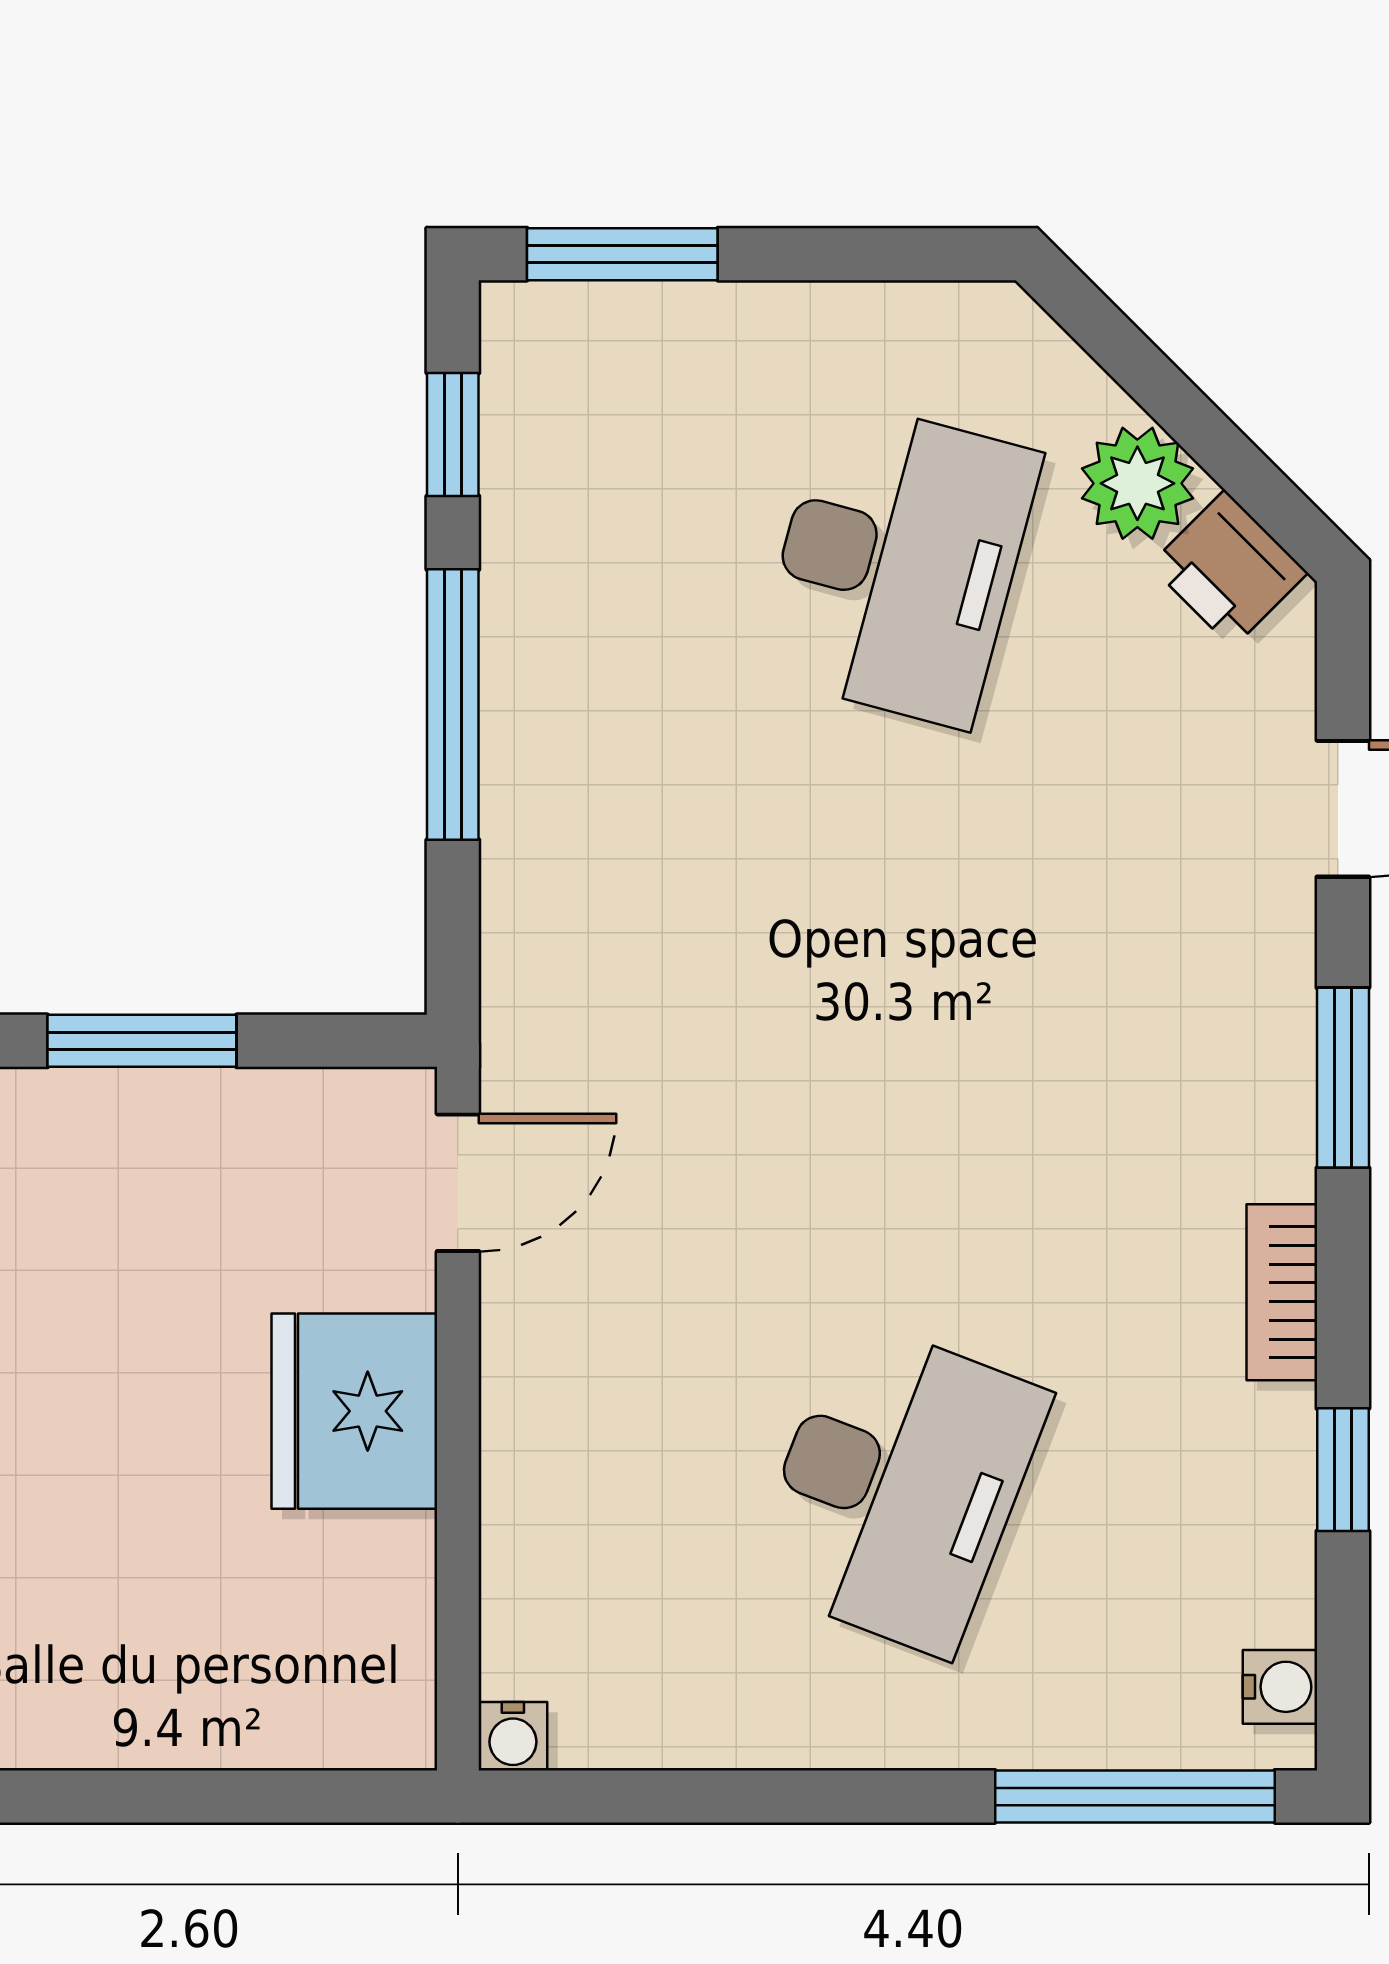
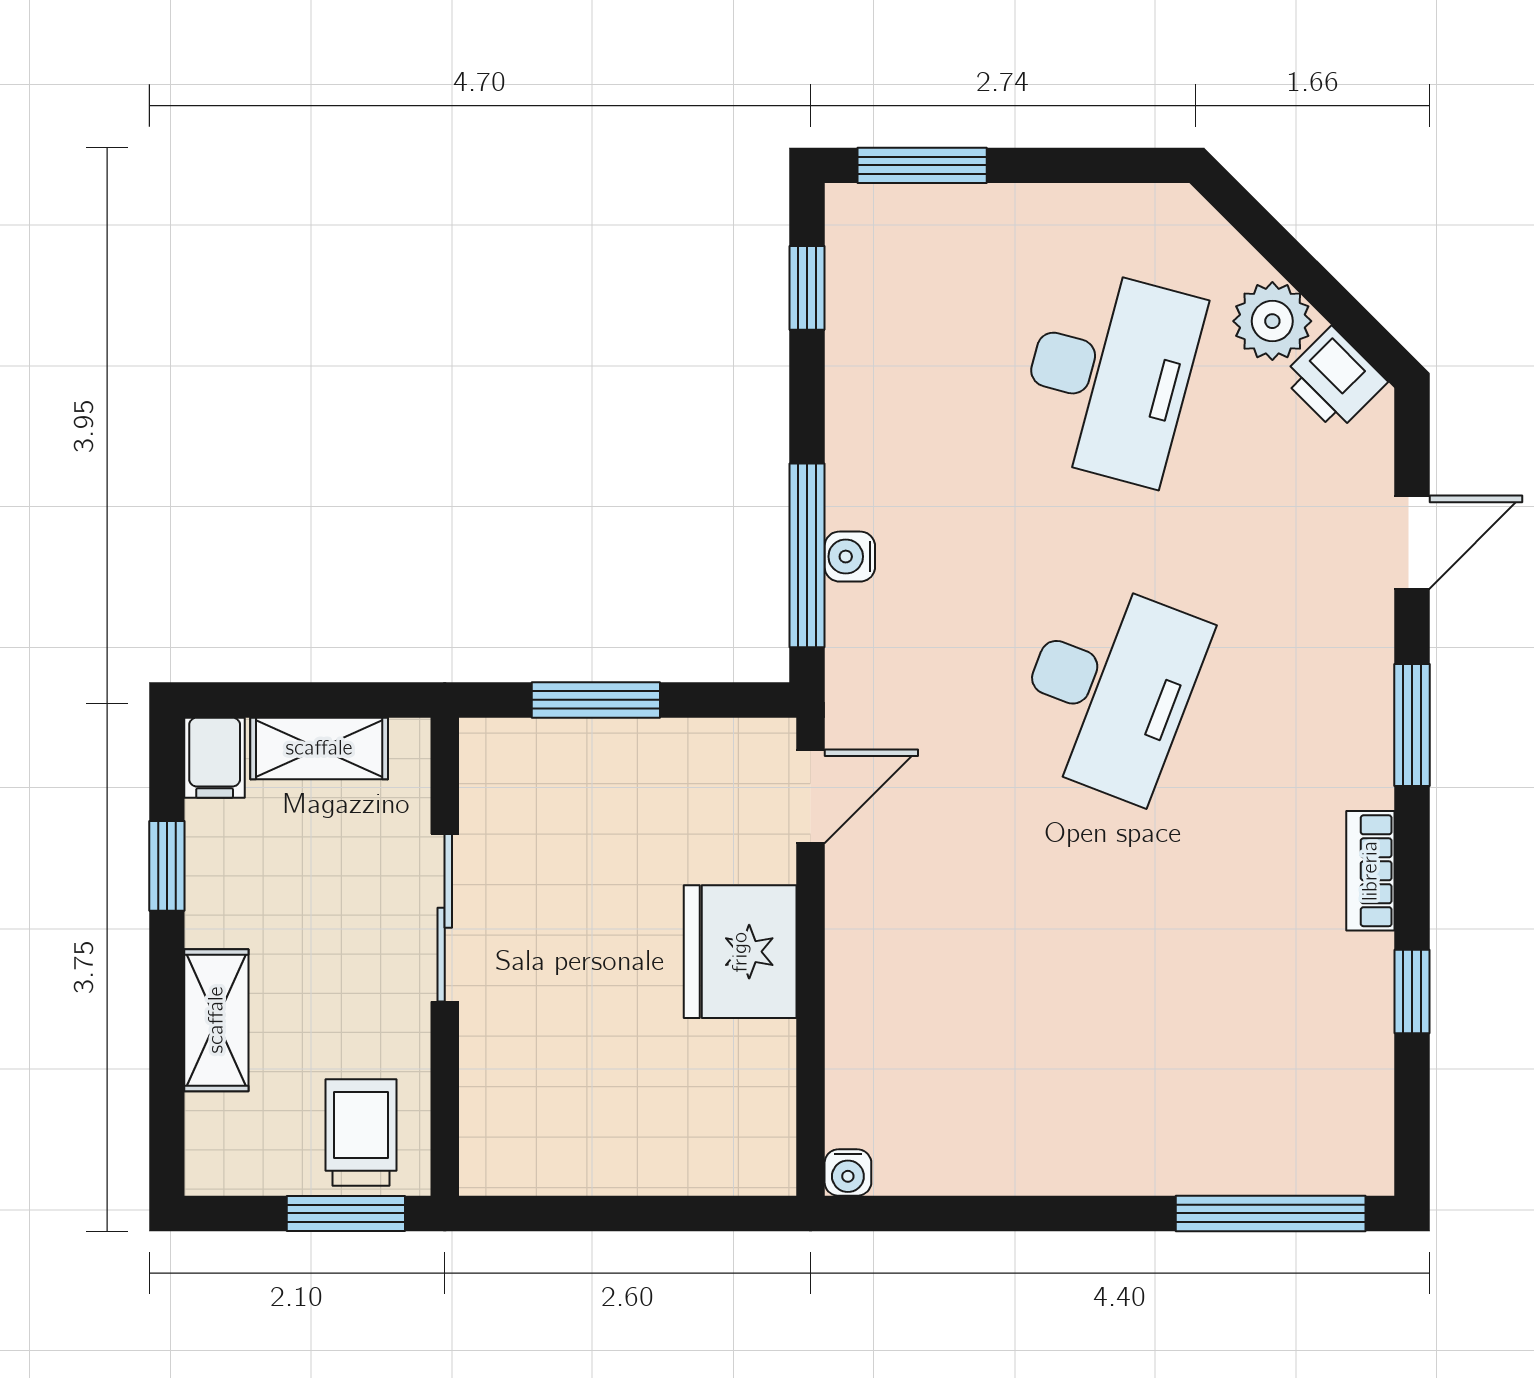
window: (453, 705) -> (807, 555), moved
desk: (898, 1487) -> (1109, 689), moved
water cooler: (1280, 1687) -> (850, 557), moved, turned 180

